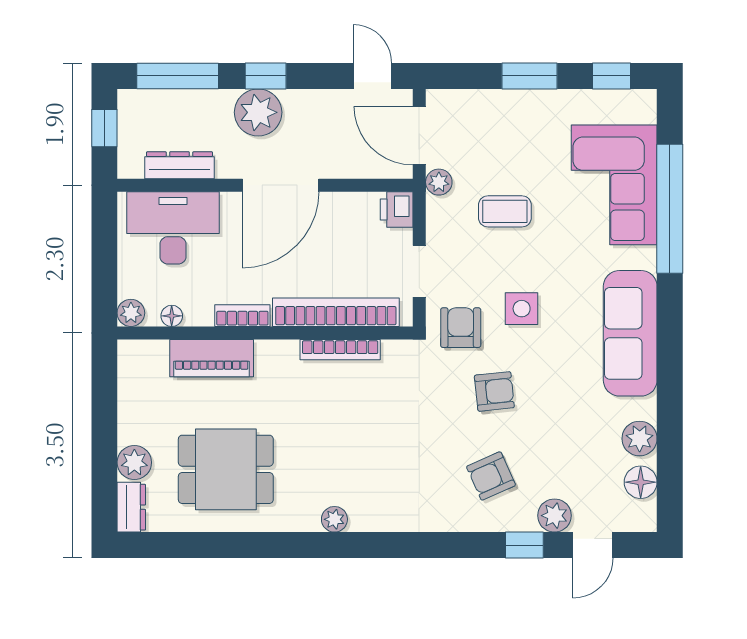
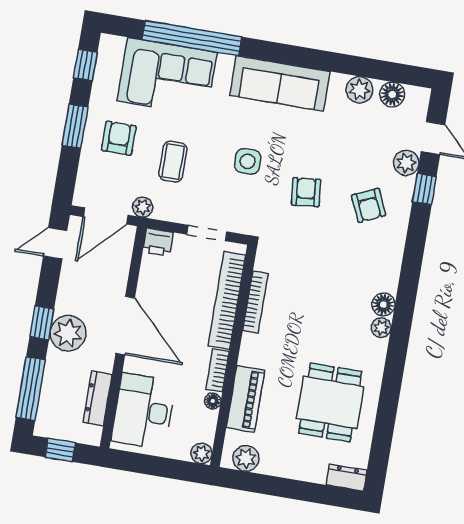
floor lamp: (172, 316) -> (213, 401), moved
armchair: (461, 328) -> (119, 138), moved, turned 90
plant: (134, 462) -> (246, 458), moved
floor lamp: (365, 517) -> (383, 304), added

